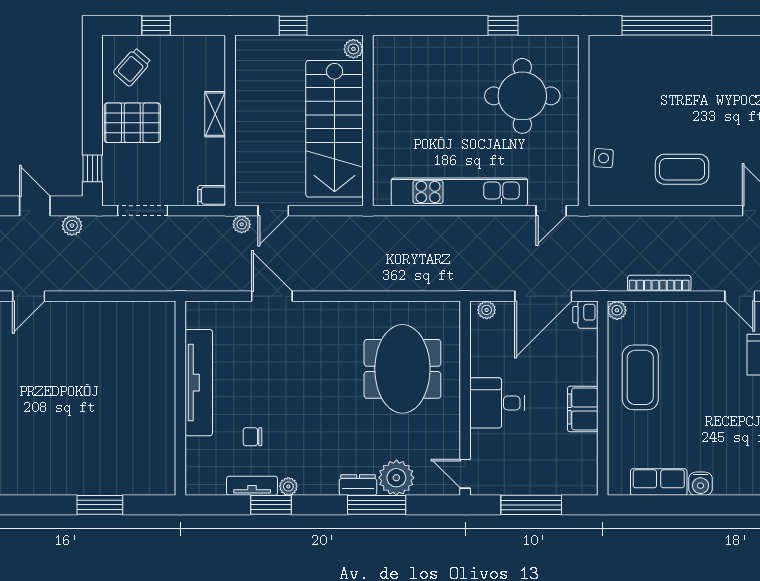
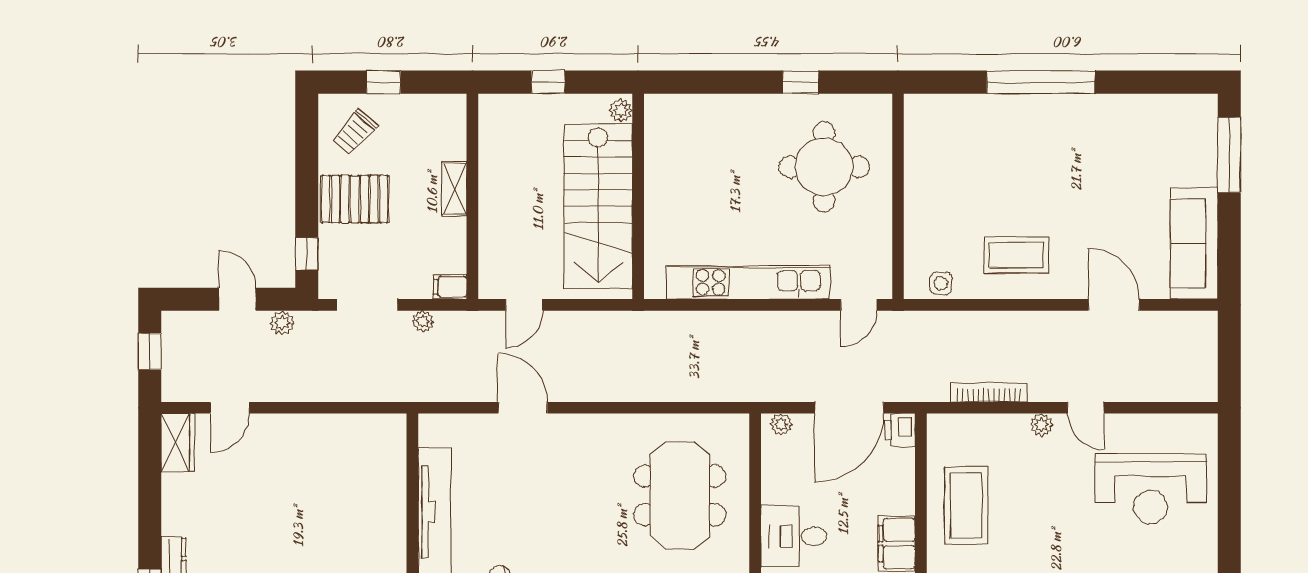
window: (667, 26) -> (1041, 82), moved
side table: (604, 158) -> (941, 283), moved
plant: (242, 224) -> (423, 321), moved
plant: (617, 310) -> (1041, 425), moved

